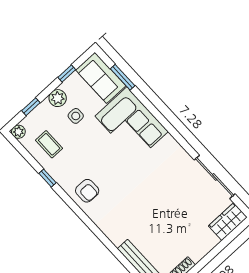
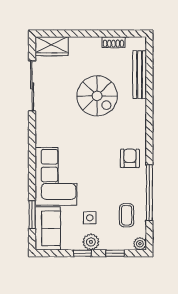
window: (67, 74) -> (82, 253), moved
window: (48, 178) -> (149, 193), width x3.17
spiral stairs: (157, 216) -> (97, 96), added

